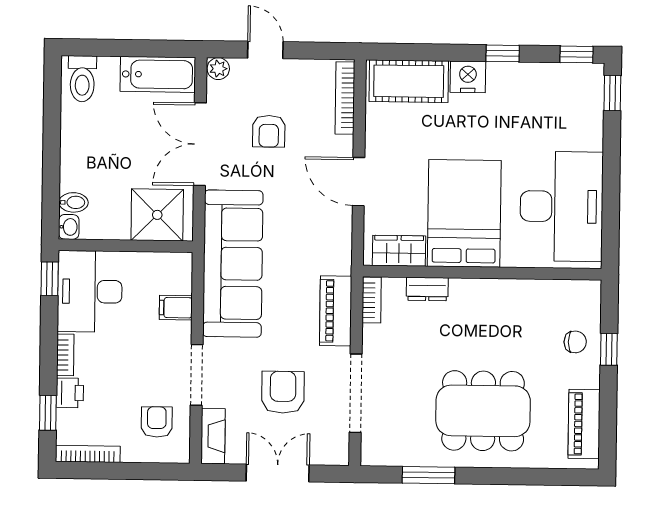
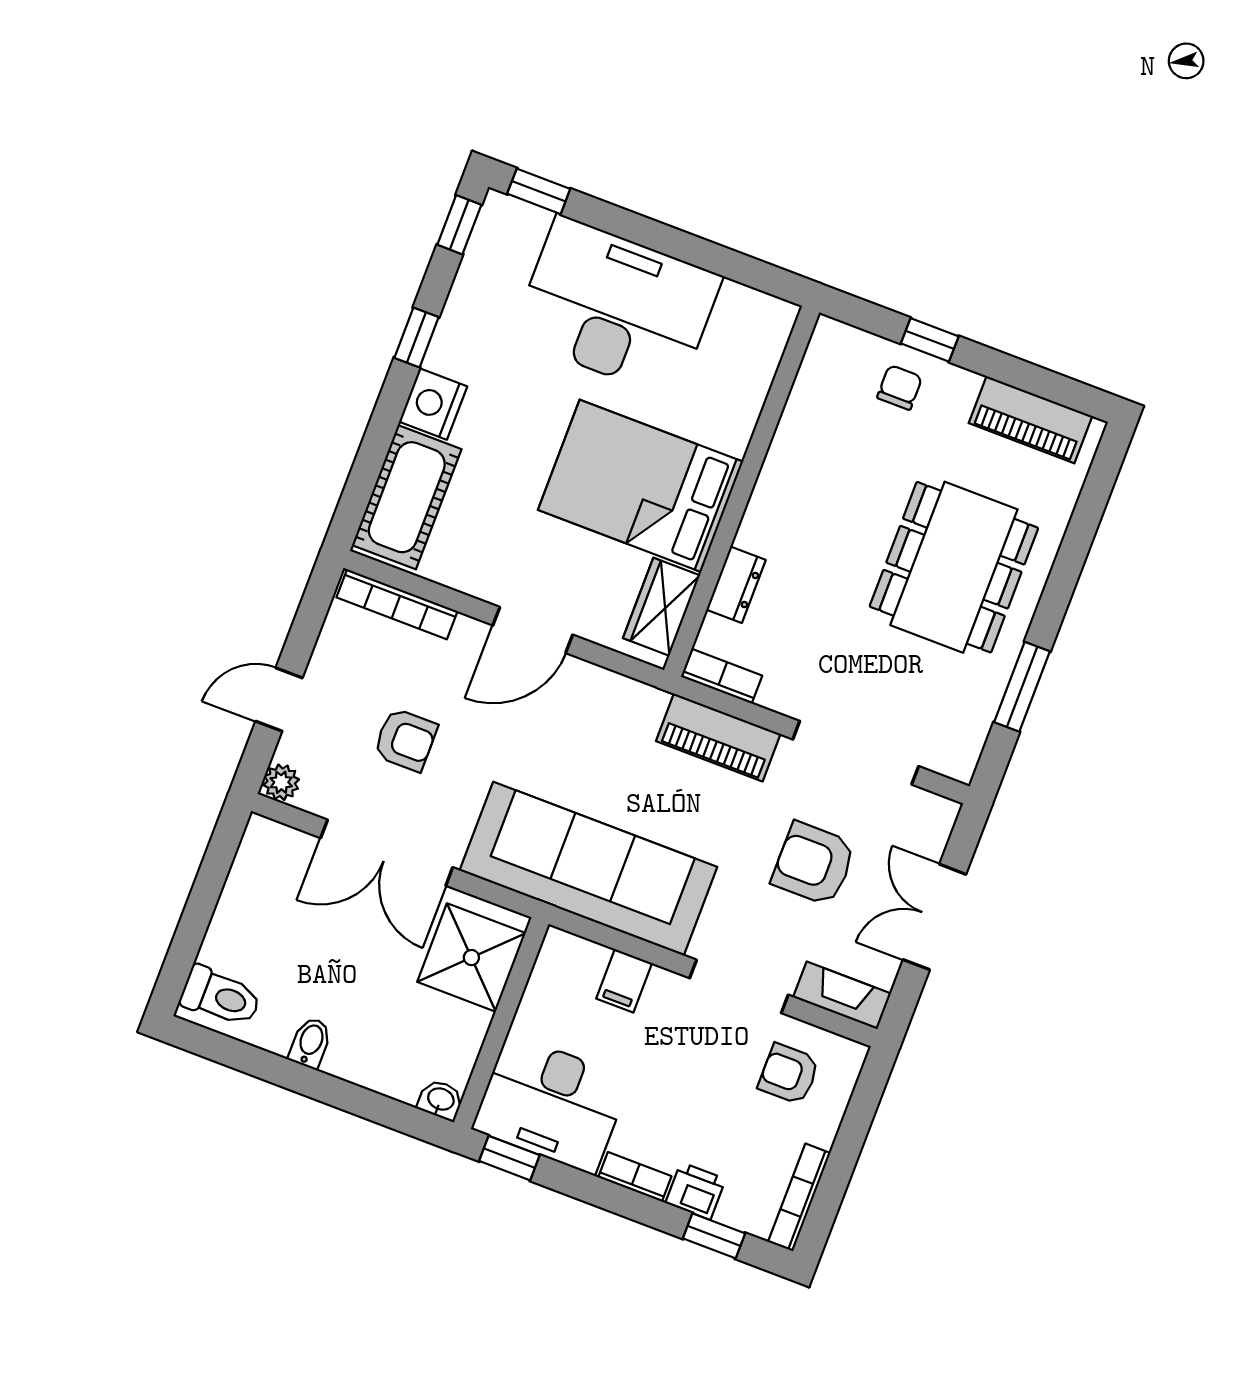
bathtub: (158, 74) -> (256, 878), removed
bidet: (74, 202) -> (310, 1043), moved
desk: (562, 206) -> (617, 307), moved

